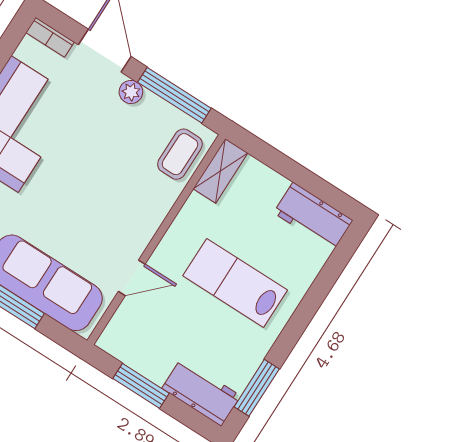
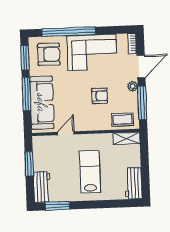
armchair: (106, 166) -> (100, 96), added
door: (132, 278) -> (66, 133), swing flipped

